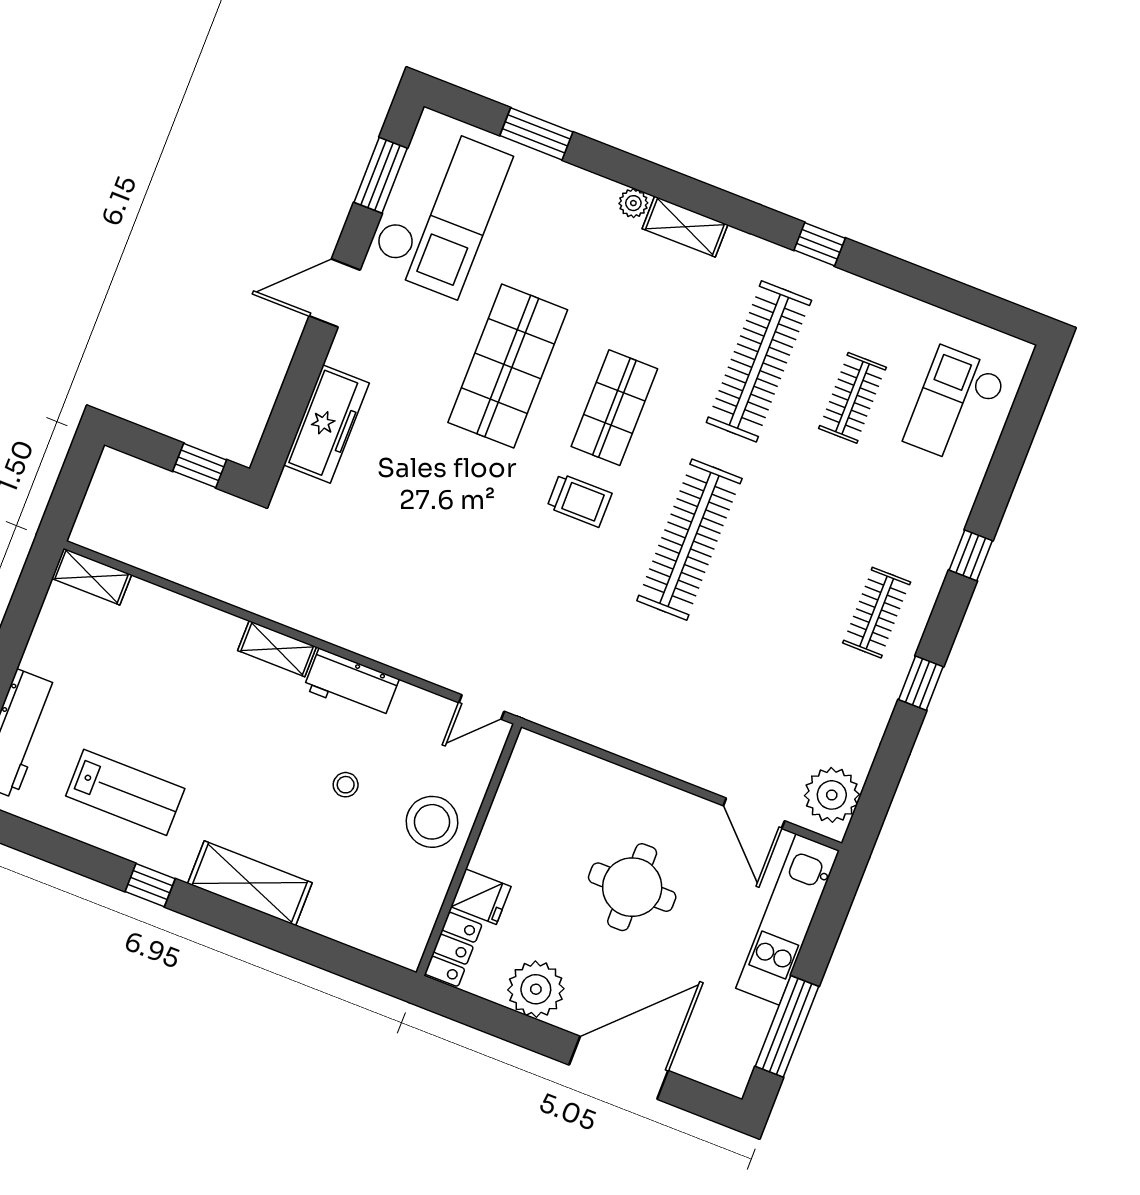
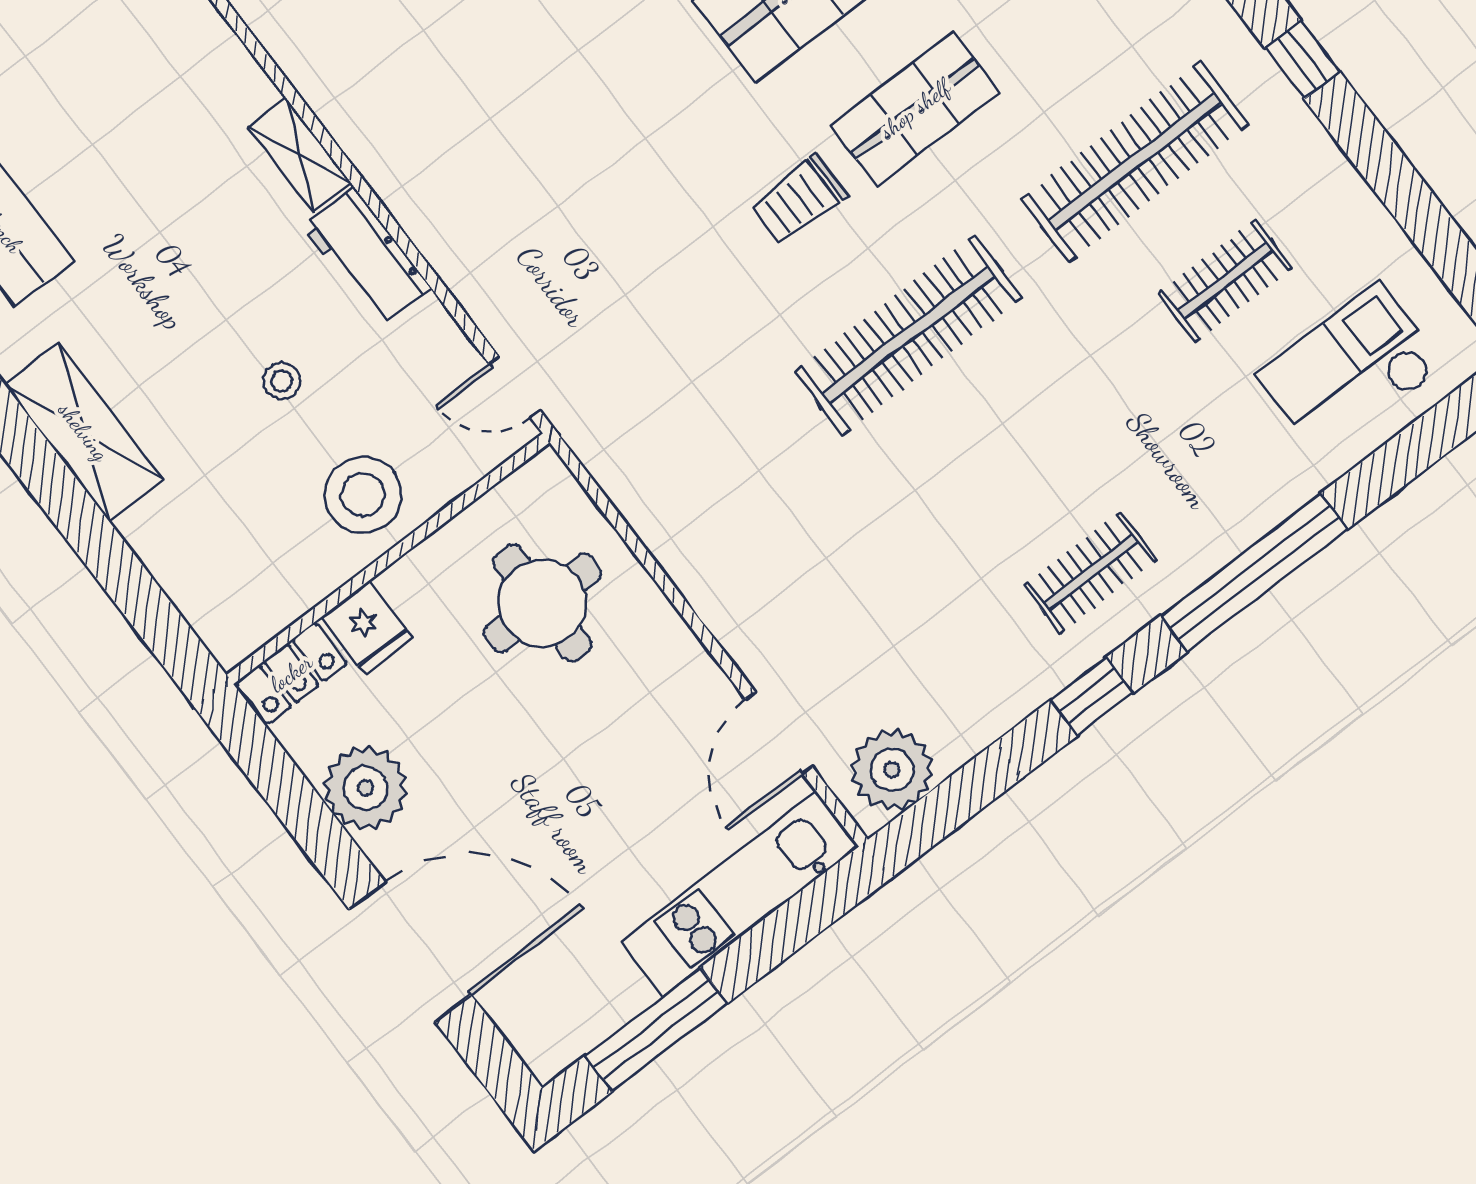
trolley: (579, 500) -> (799, 200), turned 90
window: (971, 555) -> (1254, 572), width x3.17
round table: (632, 887) -> (542, 603), moved

